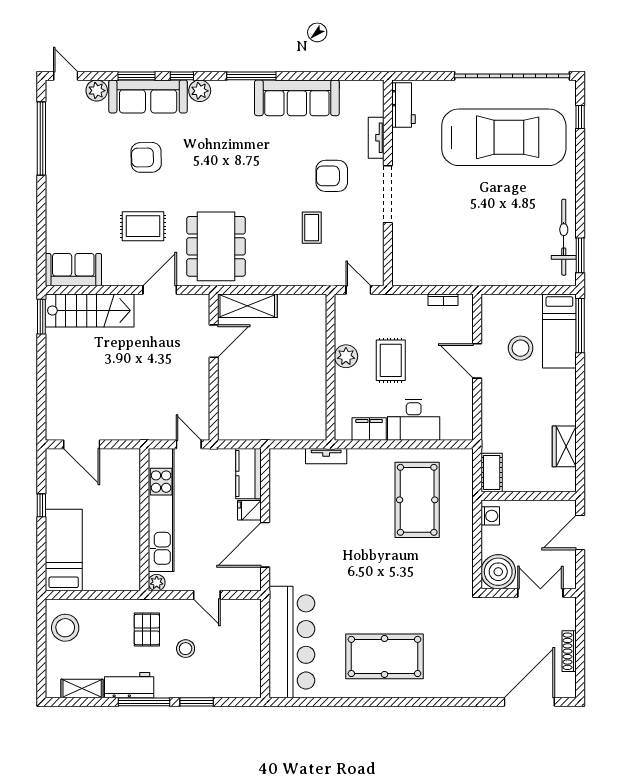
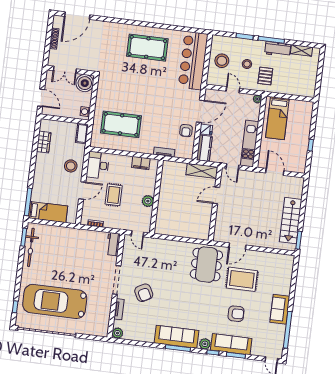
plant: (97, 91) -> (117, 333), moved
sofa: (297, 98) -> (177, 337), moved
workbench: (403, 105) -> (113, 244), moved
armchair: (332, 176) -> (144, 293), turned 62
rug: (143, 226) -> (242, 279), width x1.36, depth x1.43
coffee table: (312, 228) -> (157, 268), removed
sofa: (73, 270) -> (280, 309), moved, turned 90
shelving: (247, 306) -> (202, 171), moved
stairs: (90, 310) -> (291, 221), moved, turned -90
bed: (559, 331) -> (48, 212), moved, turned 90
door: (214, 341) -> (216, 195), moved
stool: (521, 348) -> (71, 166), moved
rug: (391, 360) -> (114, 195), moved
door: (477, 361) -> (82, 190), hinge flipped
desk: (414, 420) -> (98, 165), moved, turned -90
door: (82, 444) -> (275, 172), moved
pool table: (417, 500) -> (121, 124), turned 90
armchair: (289, 504) -> (186, 131), added
kitchen unit: (161, 510) -> (250, 144), width x0.73
door: (580, 532) -> (41, 98), hinge flipped
bed: (64, 550) -> (277, 118), moved
stool: (65, 628) -> (222, 61), moved

